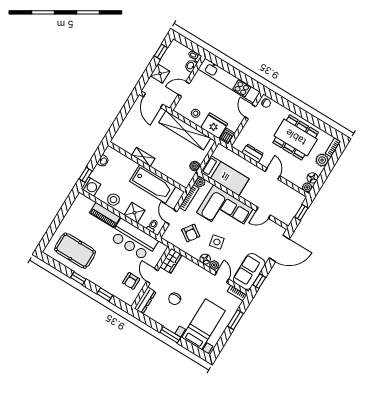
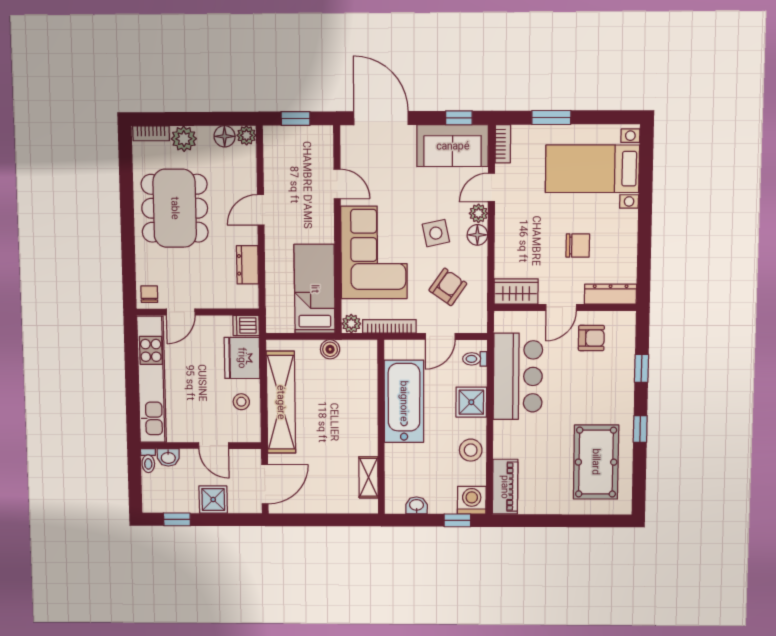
shelving: (143, 157) -> (369, 477), moved
piano: (105, 215) -> (505, 487), moved
window: (170, 335) -> (645, 215), removed

